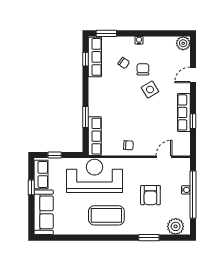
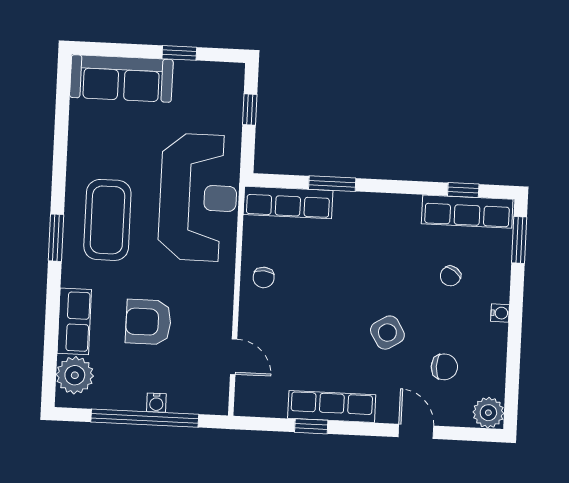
chair: (143, 69) -> (444, 367), moved
row of seats: (41, 174) -> (74, 321), moved, turned -90
window: (149, 238) -> (56, 238), moved

